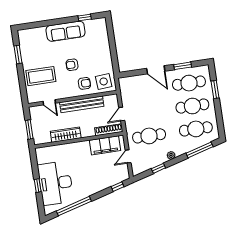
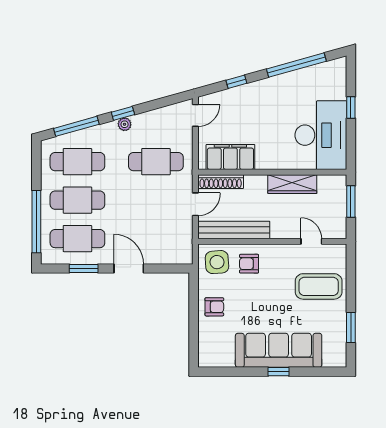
window: (85, 18) -> (278, 372), moved
sofa: (66, 31) -> (279, 350), width x1.36, depth x1.27
armchair: (72, 65) -> (214, 307), moved
window: (215, 89) -> (36, 222), width x2.11
bench: (82, 104) -> (234, 230), moved
door: (128, 156) -> (195, 115), moved
window: (158, 168) -> (123, 113), moved
desk: (56, 183) -> (321, 135), moved
window: (117, 187) -> (236, 82), moved

